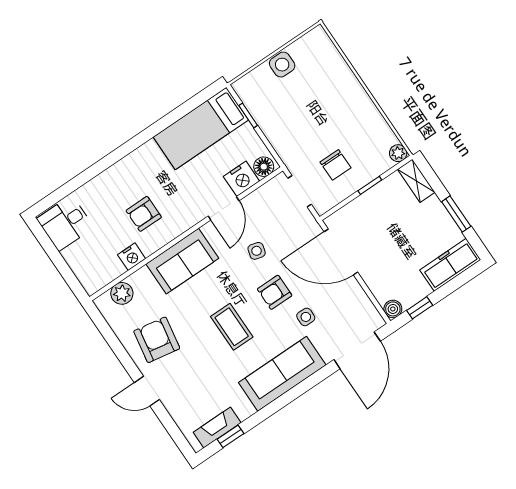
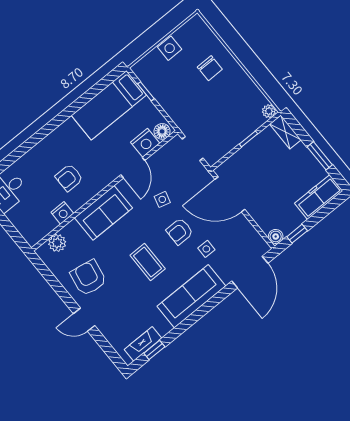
chair: (335, 165) -> (210, 68), moved

